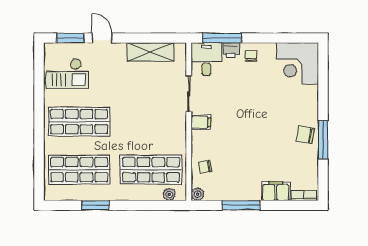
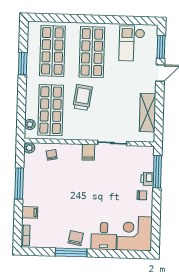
desk: (206, 59) -> (104, 236), moved, turned 90
trolley: (134, 131) -> (83, 97), added
filing cabinet: (276, 191) -> (30, 212), width x0.50

